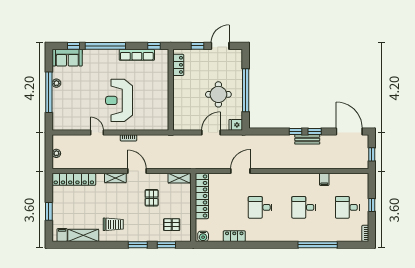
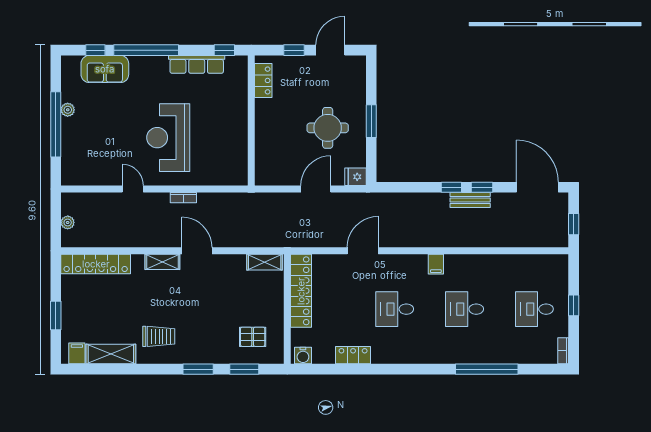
sofa: (67, 58) -> (105, 69), moved
window: (246, 90) -> (371, 121), width x0.47
filing cabinet: (324, 179) -> (436, 264), moved
pallet: (152, 198) -> (220, 294), removed

